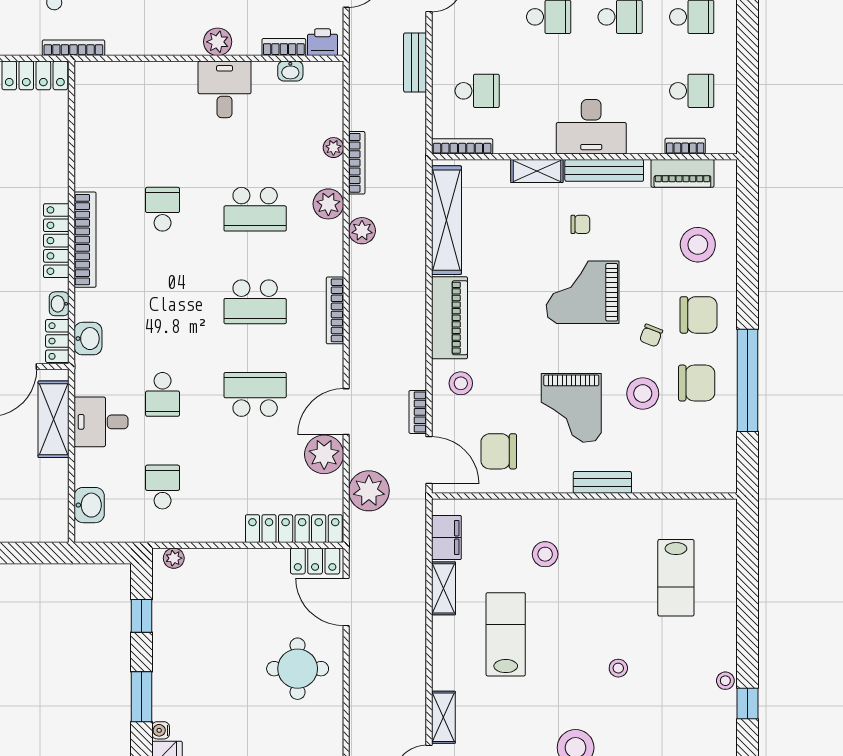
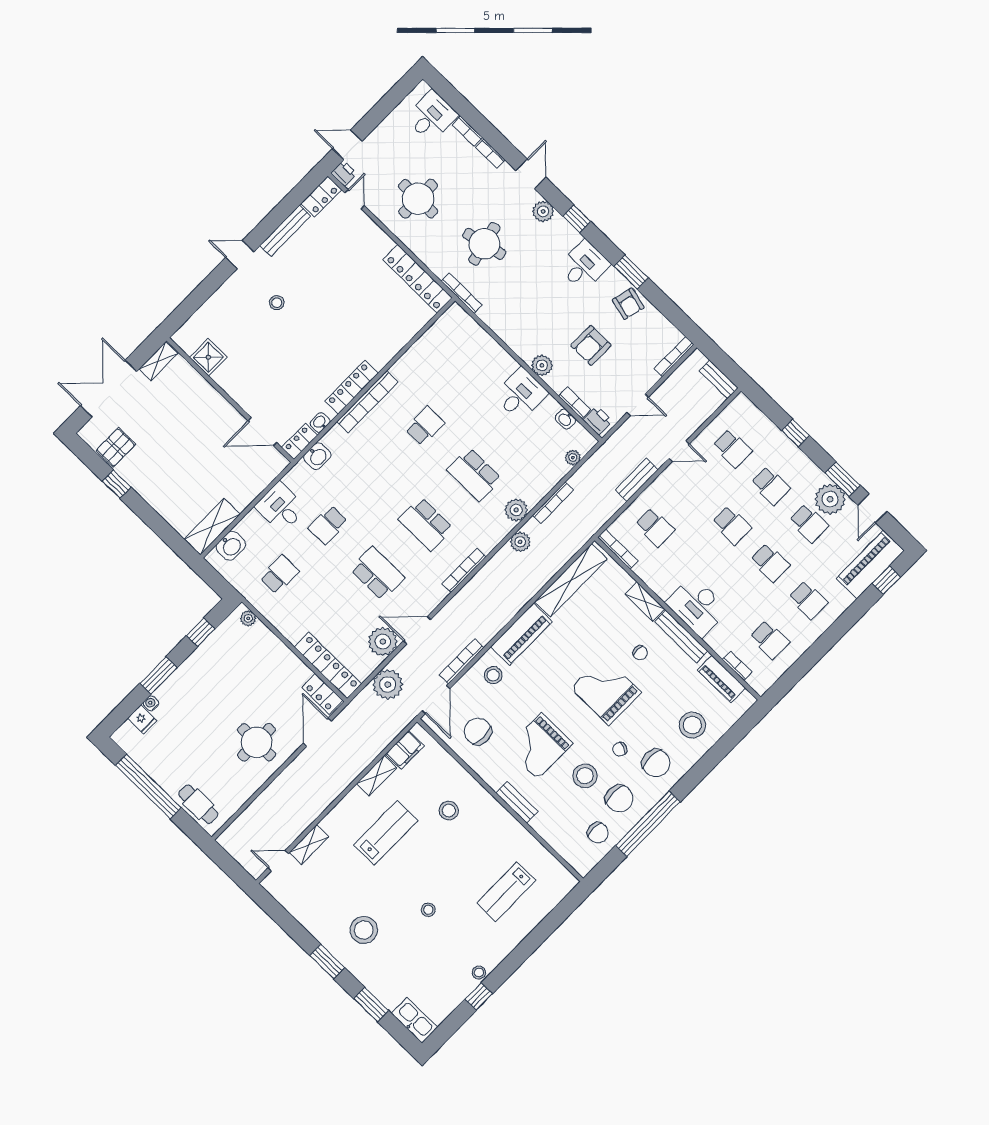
plant: (333, 148) -> (573, 458), moved
bookcase: (418, 412) -> (462, 661), width x1.56
shelving: (54, 419) -> (212, 527), moved
chair: (708, 436) -> (598, 833), added

